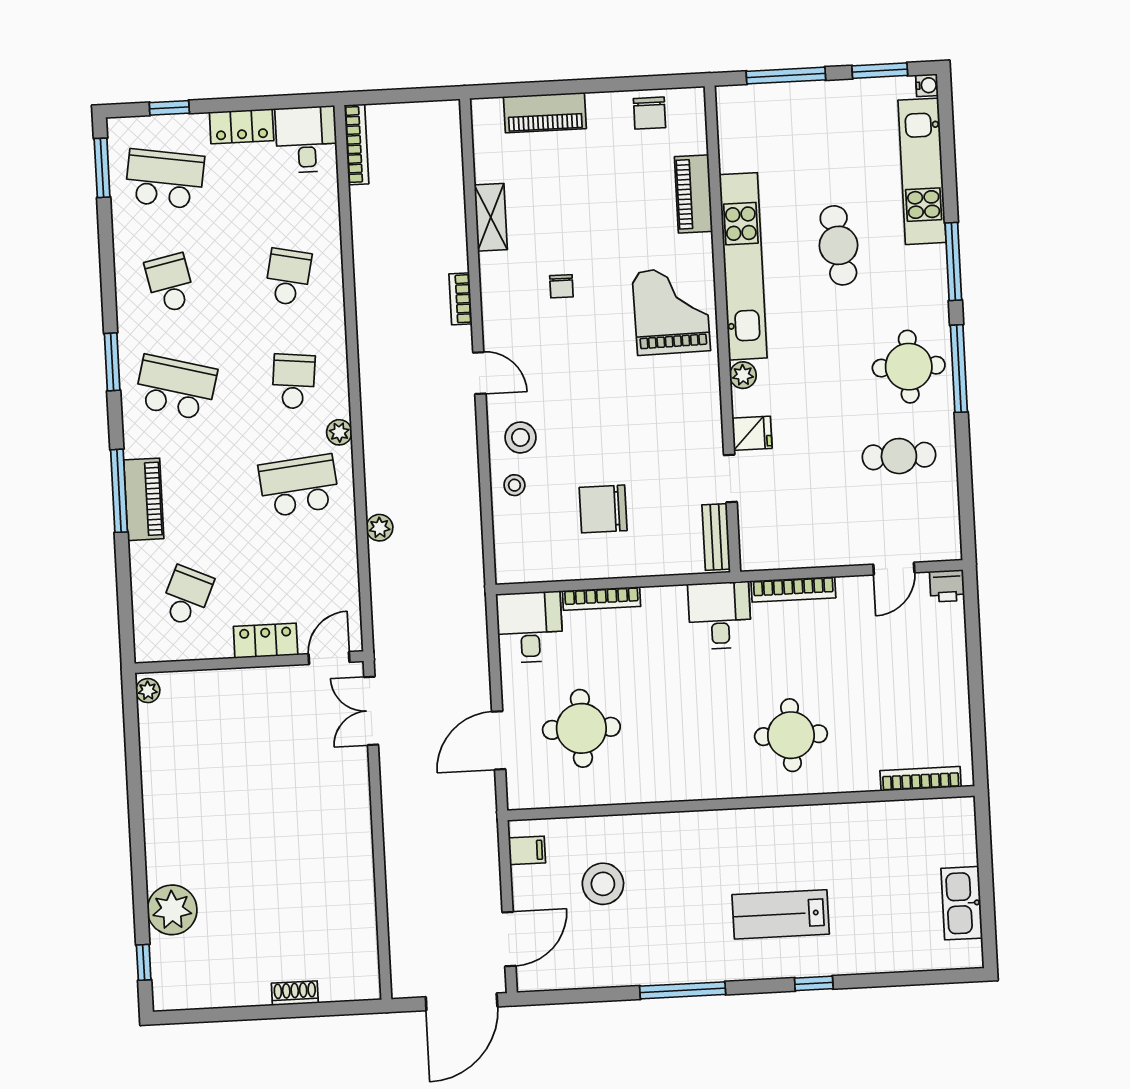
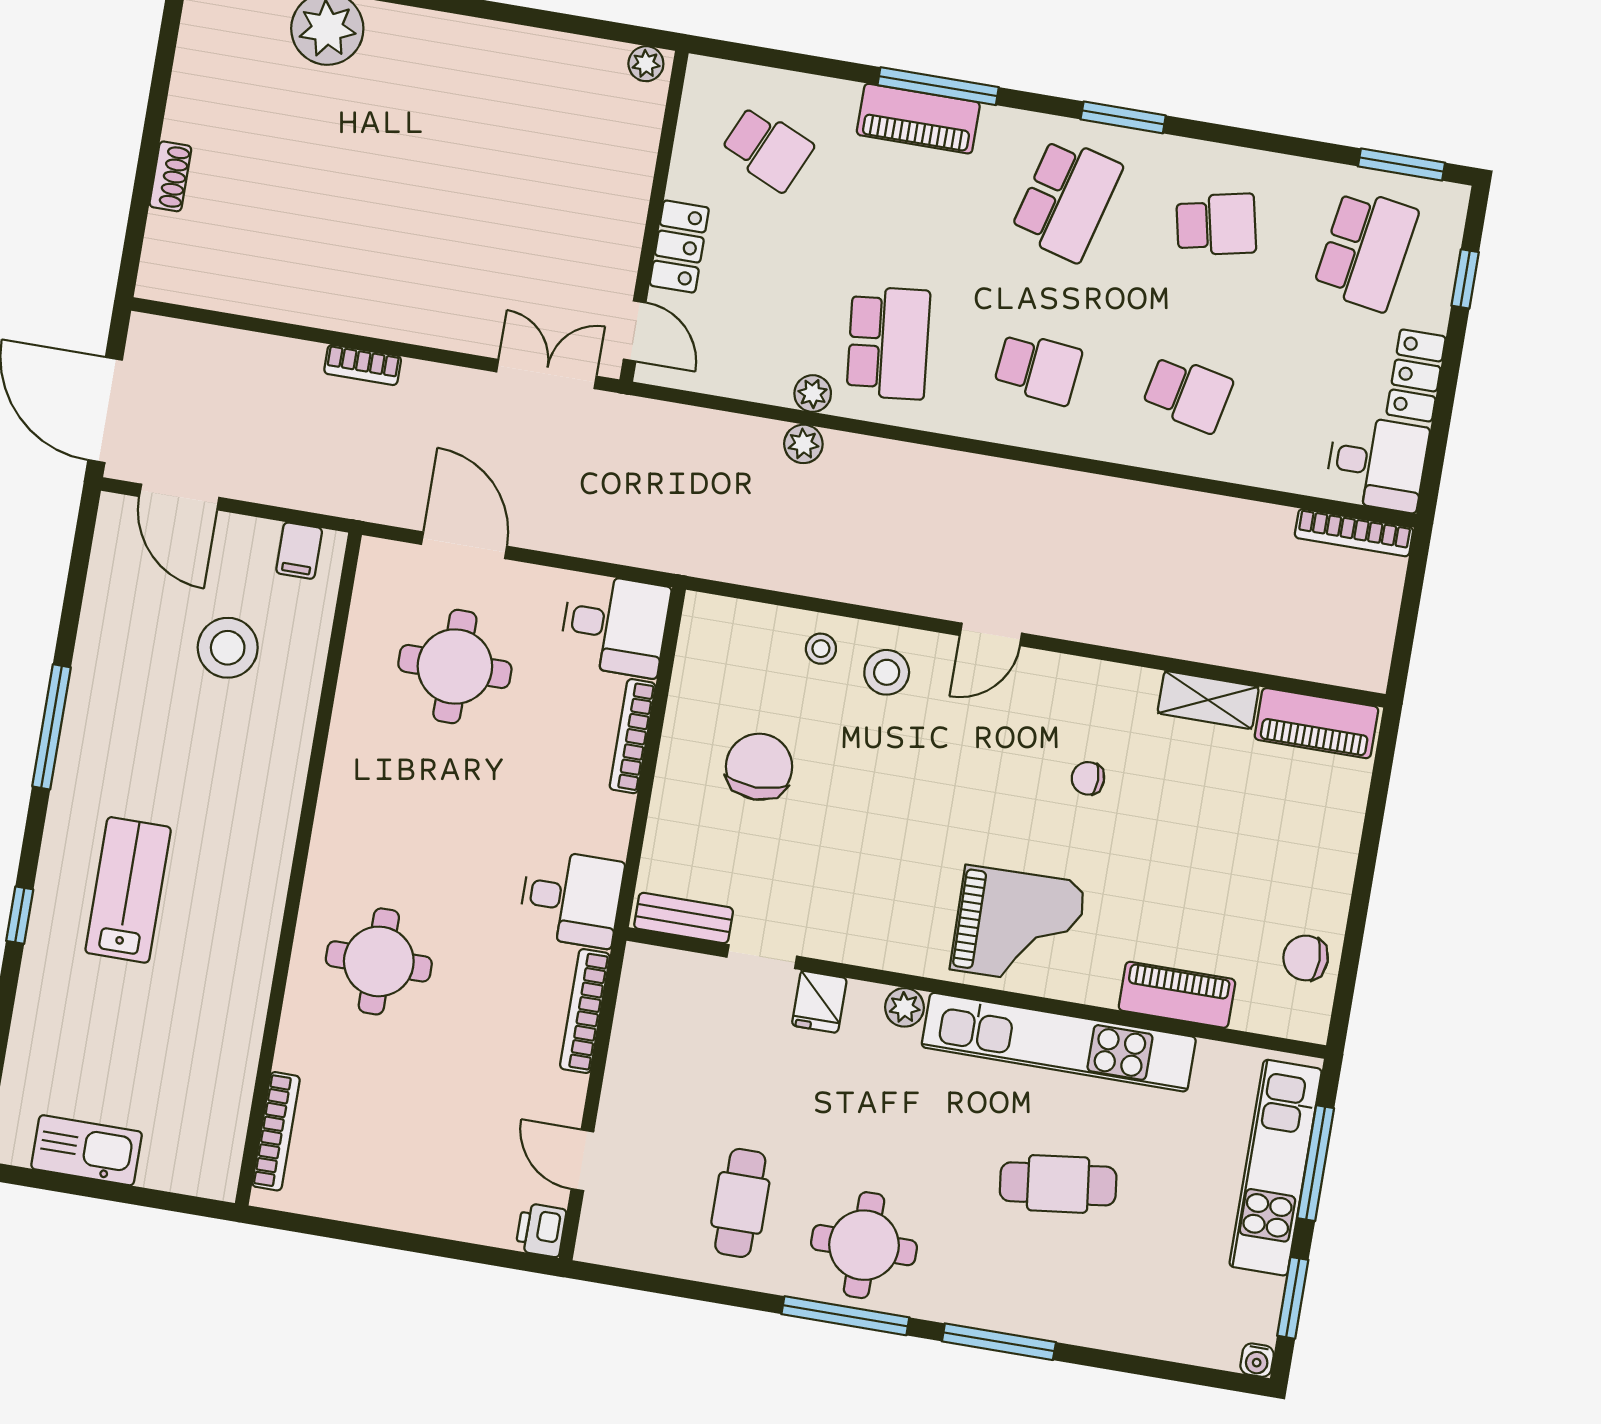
piano: (545, 113) -> (1316, 723), moved, turned -90
kitchen unit: (922, 171) -> (1276, 1168), moved, turned -90
bookcase: (461, 299) -> (363, 365), moved, turned 180
plant: (339, 432) -> (813, 394), moved

